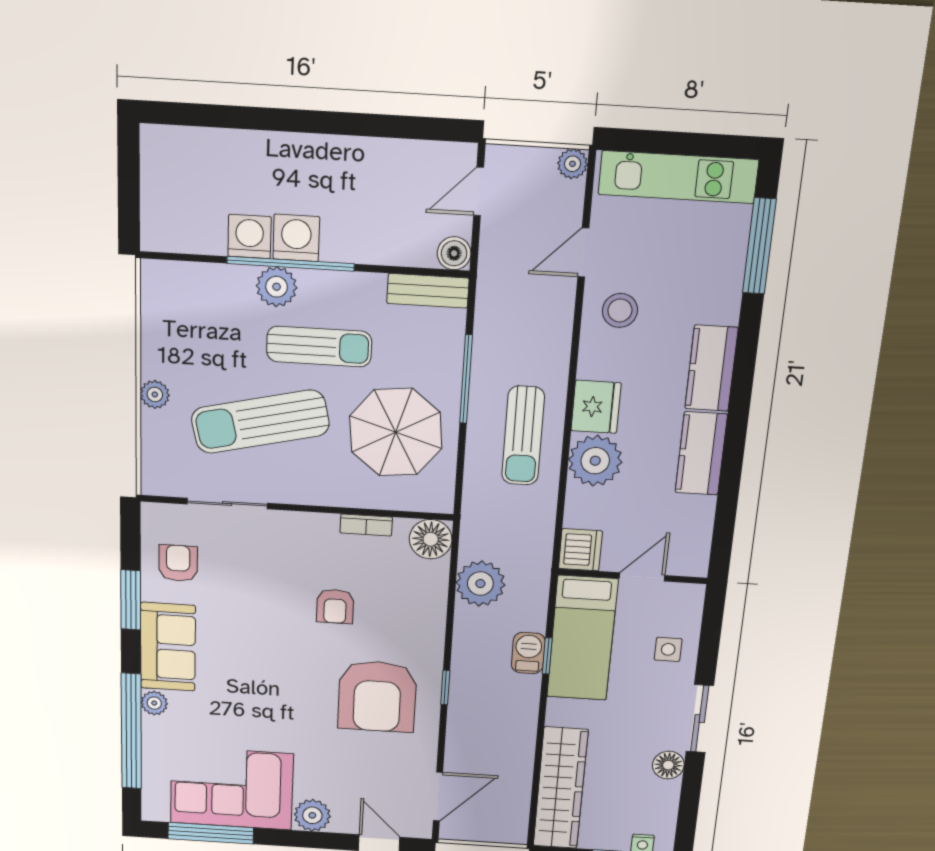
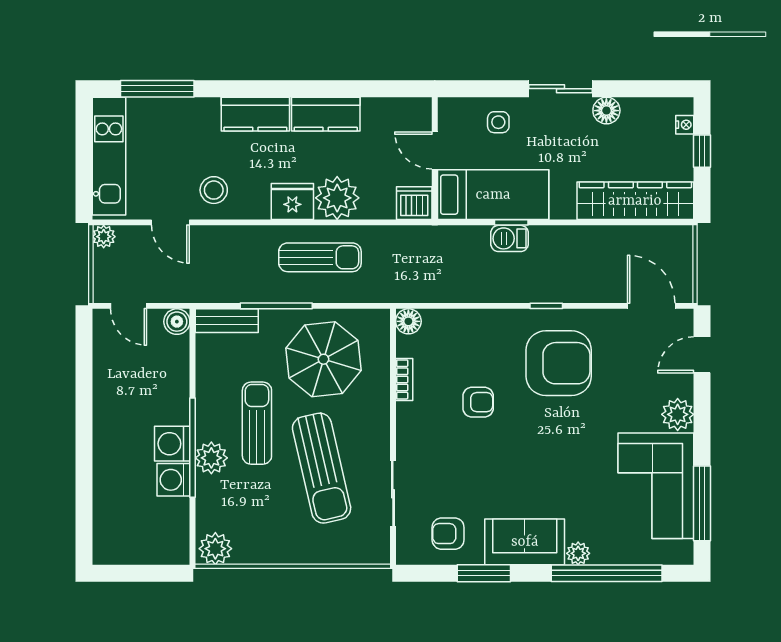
bench: (428, 291) -> (227, 321), moved, turned 90
plant: (155, 394) -> (215, 549), moved, width x1.38, depth x1.38
floor lamp: (431, 539) -> (408, 321), width x0.73, depth x0.73
plant: (480, 584) -> (450, 283), removed

